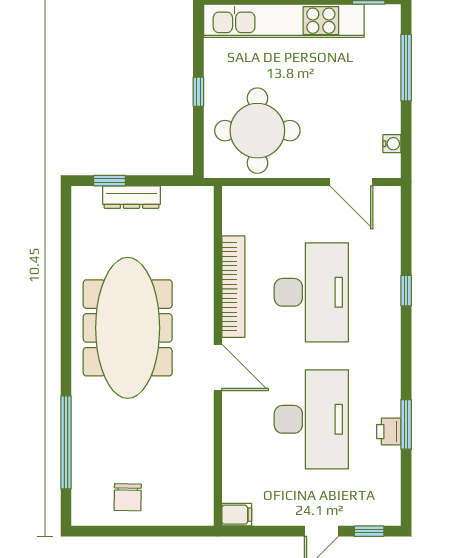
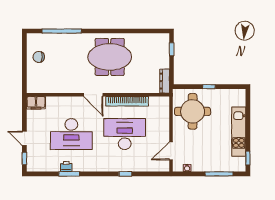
kitchen unit: (284, 21) -> (239, 132), width x0.73
dresser: (131, 197) -> (165, 81), moved
desk: (311, 292) -> (125, 134), turned 180
meeting table: (128, 328) -> (110, 57), width x0.73
door: (218, 367) -> (93, 95), hinge flipped
filing cabinet: (237, 515) -> (36, 103), width x2.00

